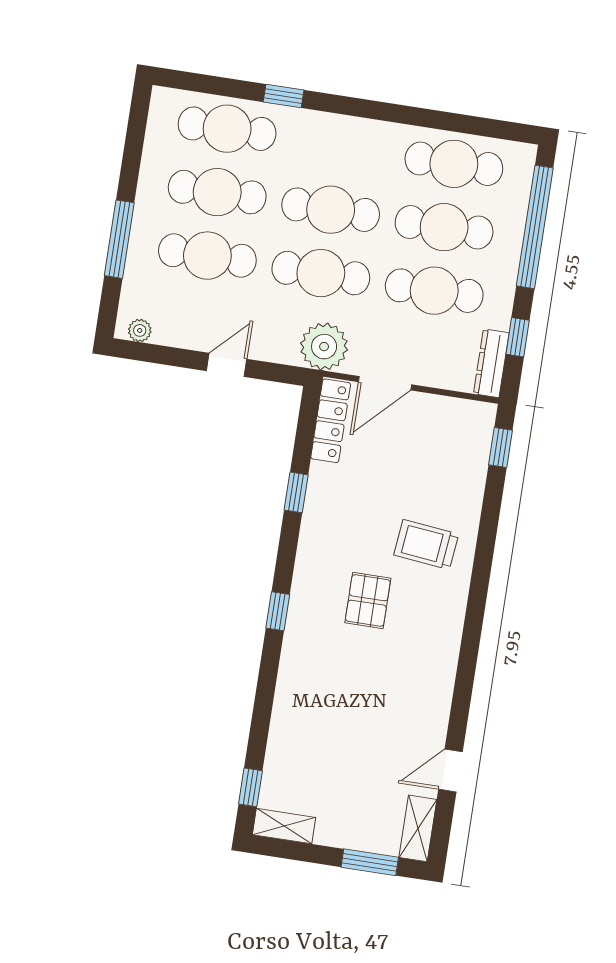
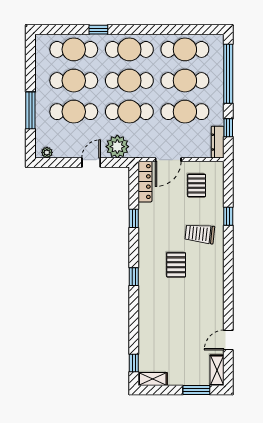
cafe table: (340, 146) -> (129, 49), added
plant: (324, 347) -> (117, 147), moved
pallet: (435, 445) -> (197, 185), added
window: (501, 448) -> (228, 216), moved

